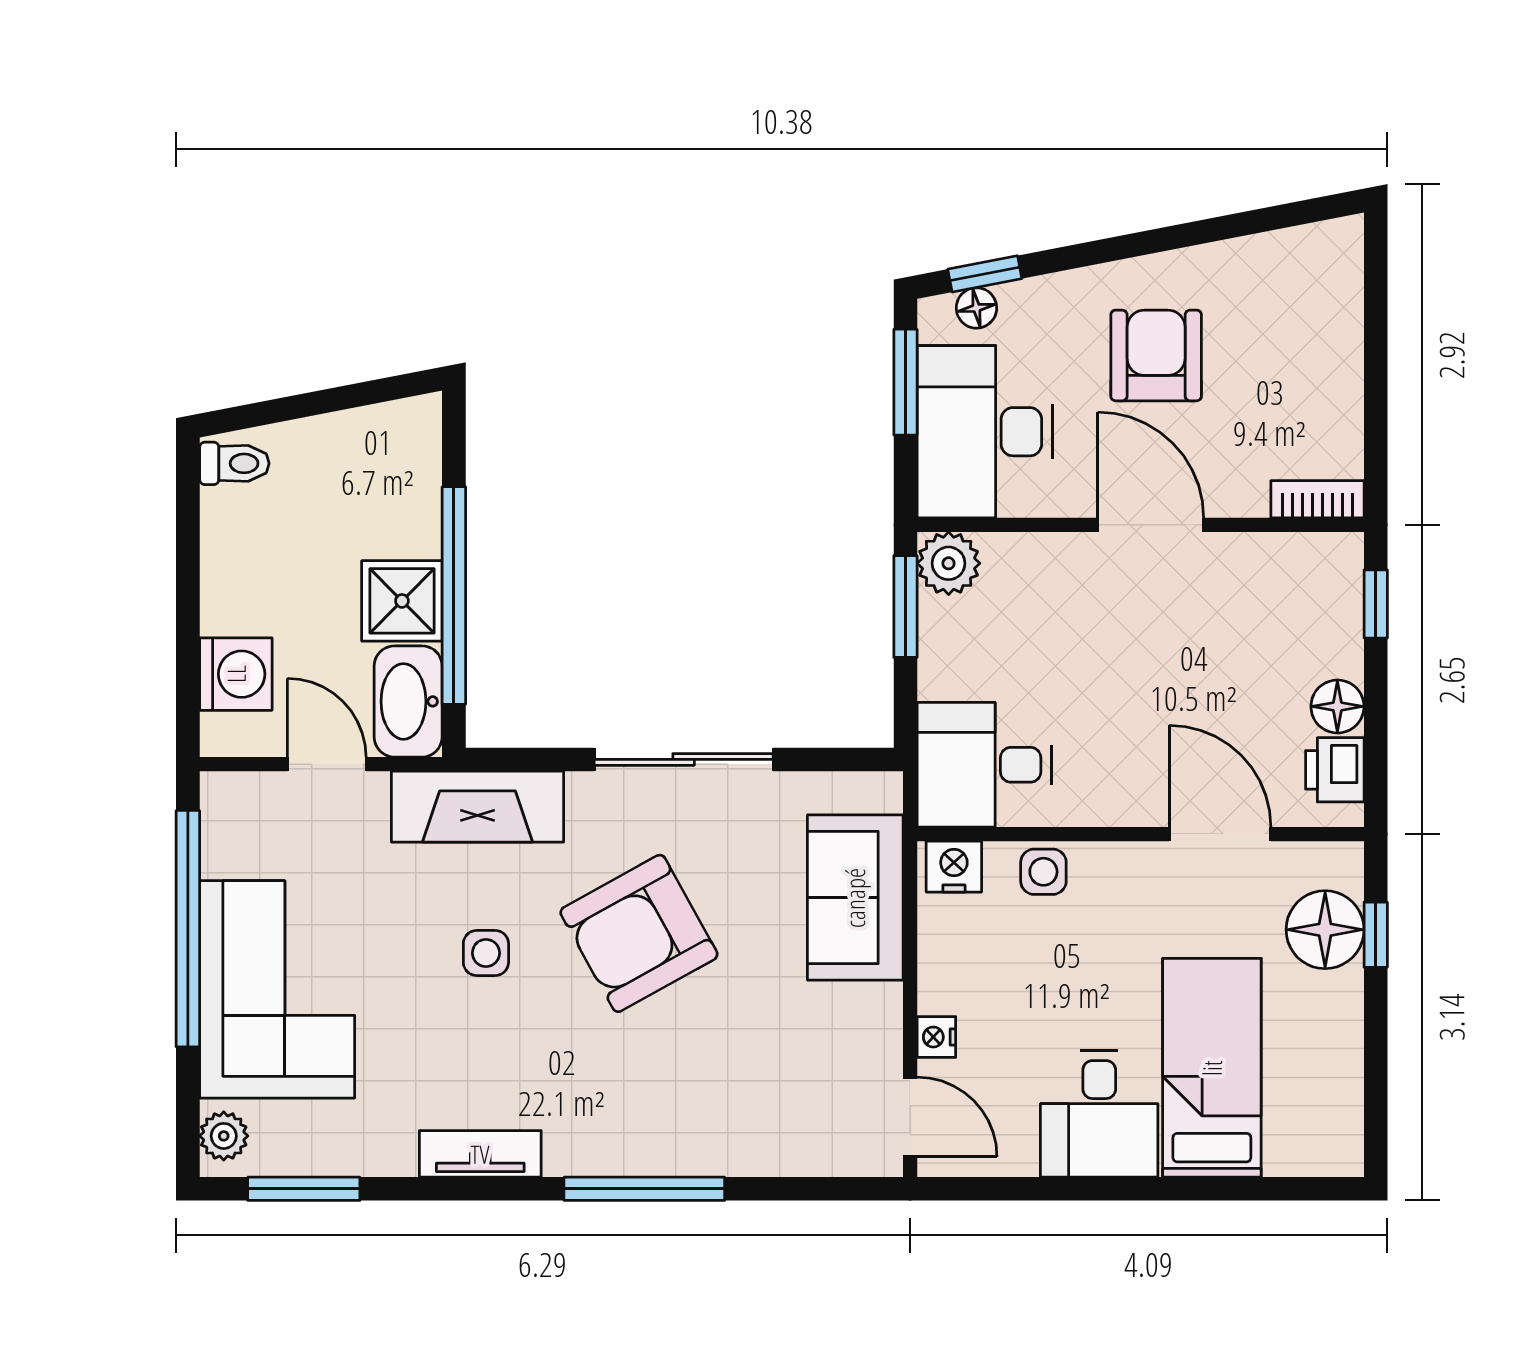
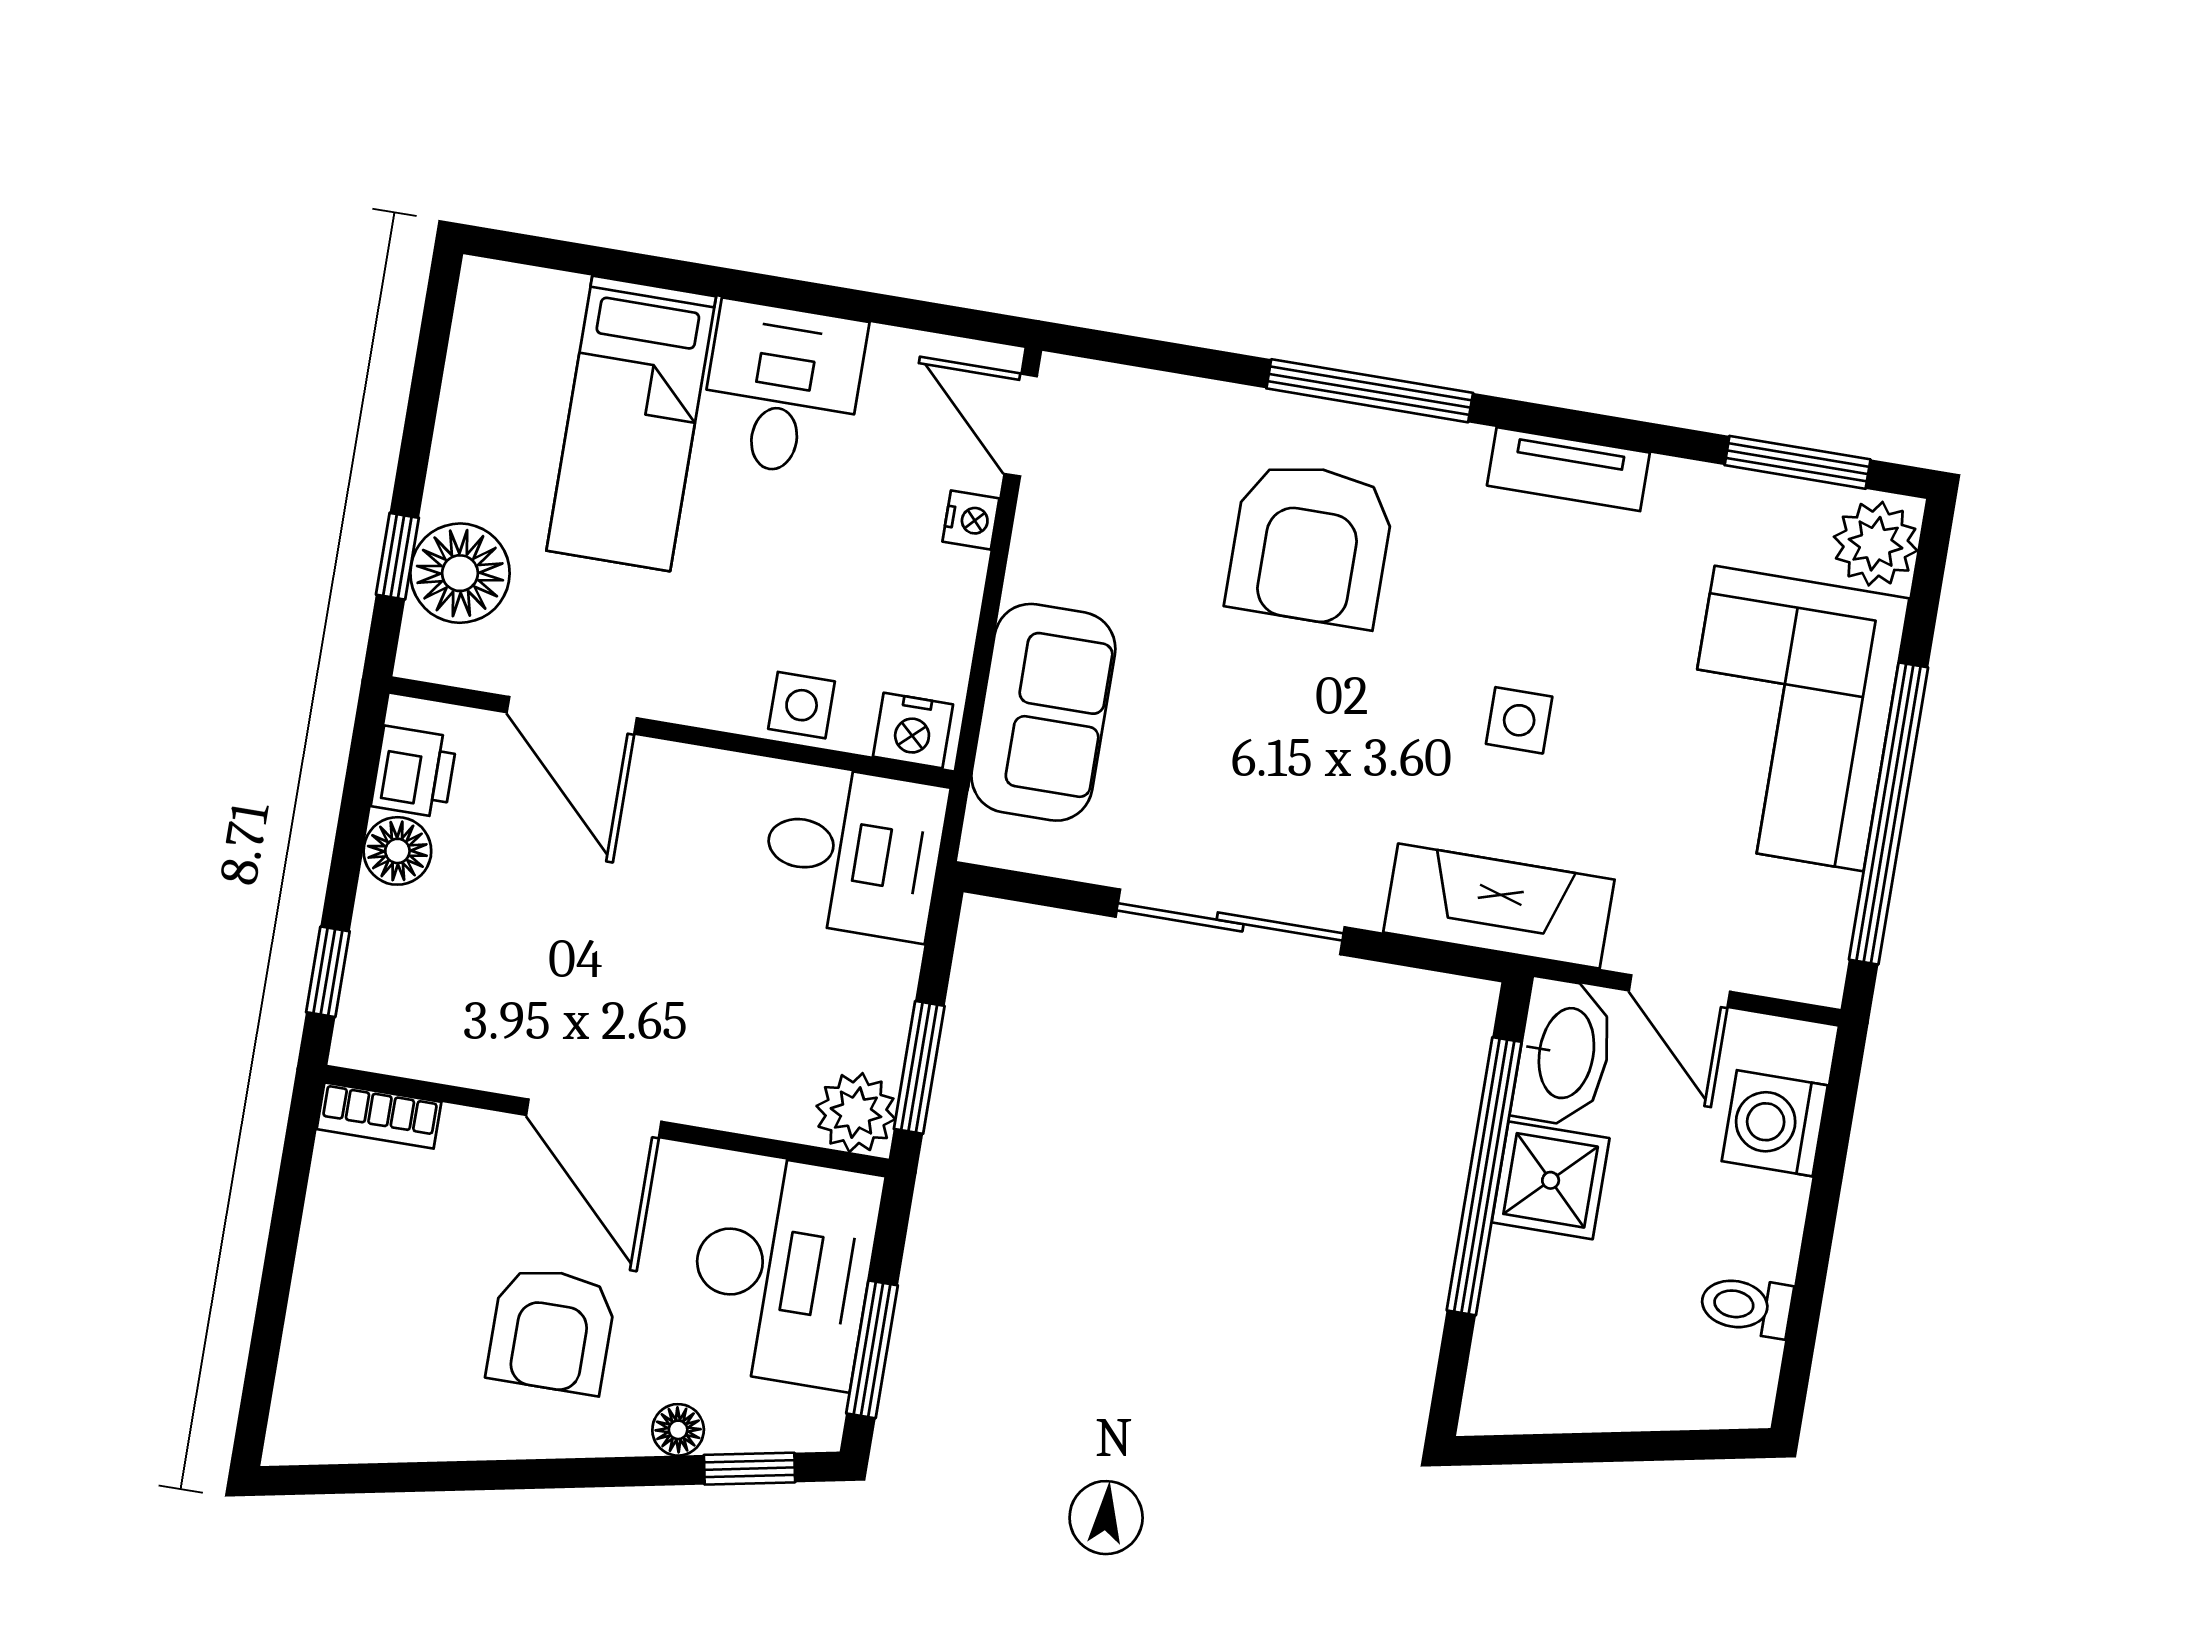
floor lamp: (976, 308) -> (678, 1430), moved
toilet: (234, 463) -> (1746, 1306), moved
armchair: (639, 933) -> (1311, 544), moved, turned 119
plant: (224, 1136) -> (1876, 544), width x1.38, depth x1.38

